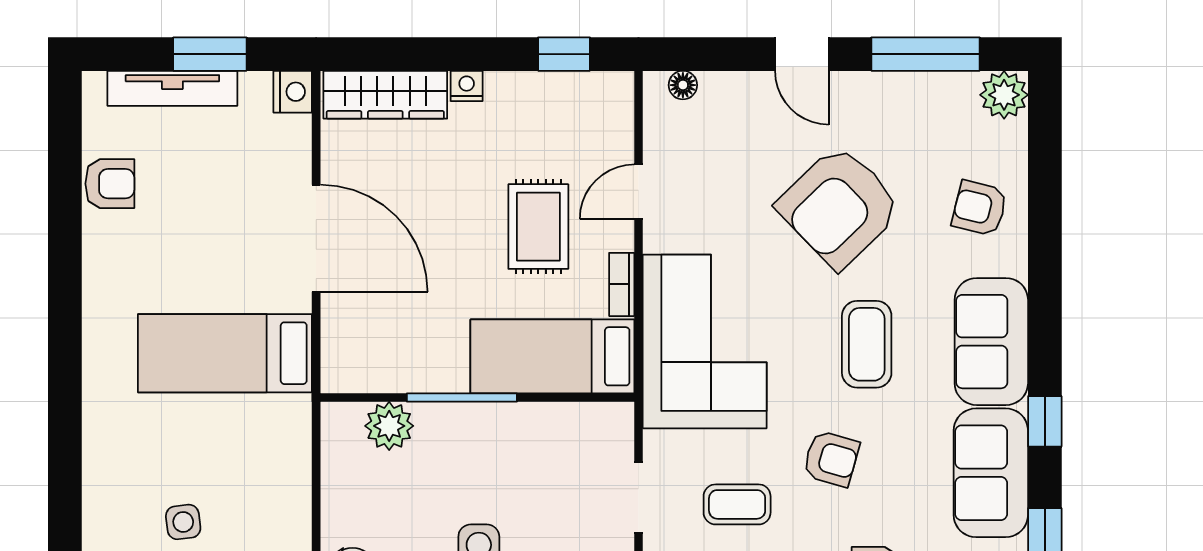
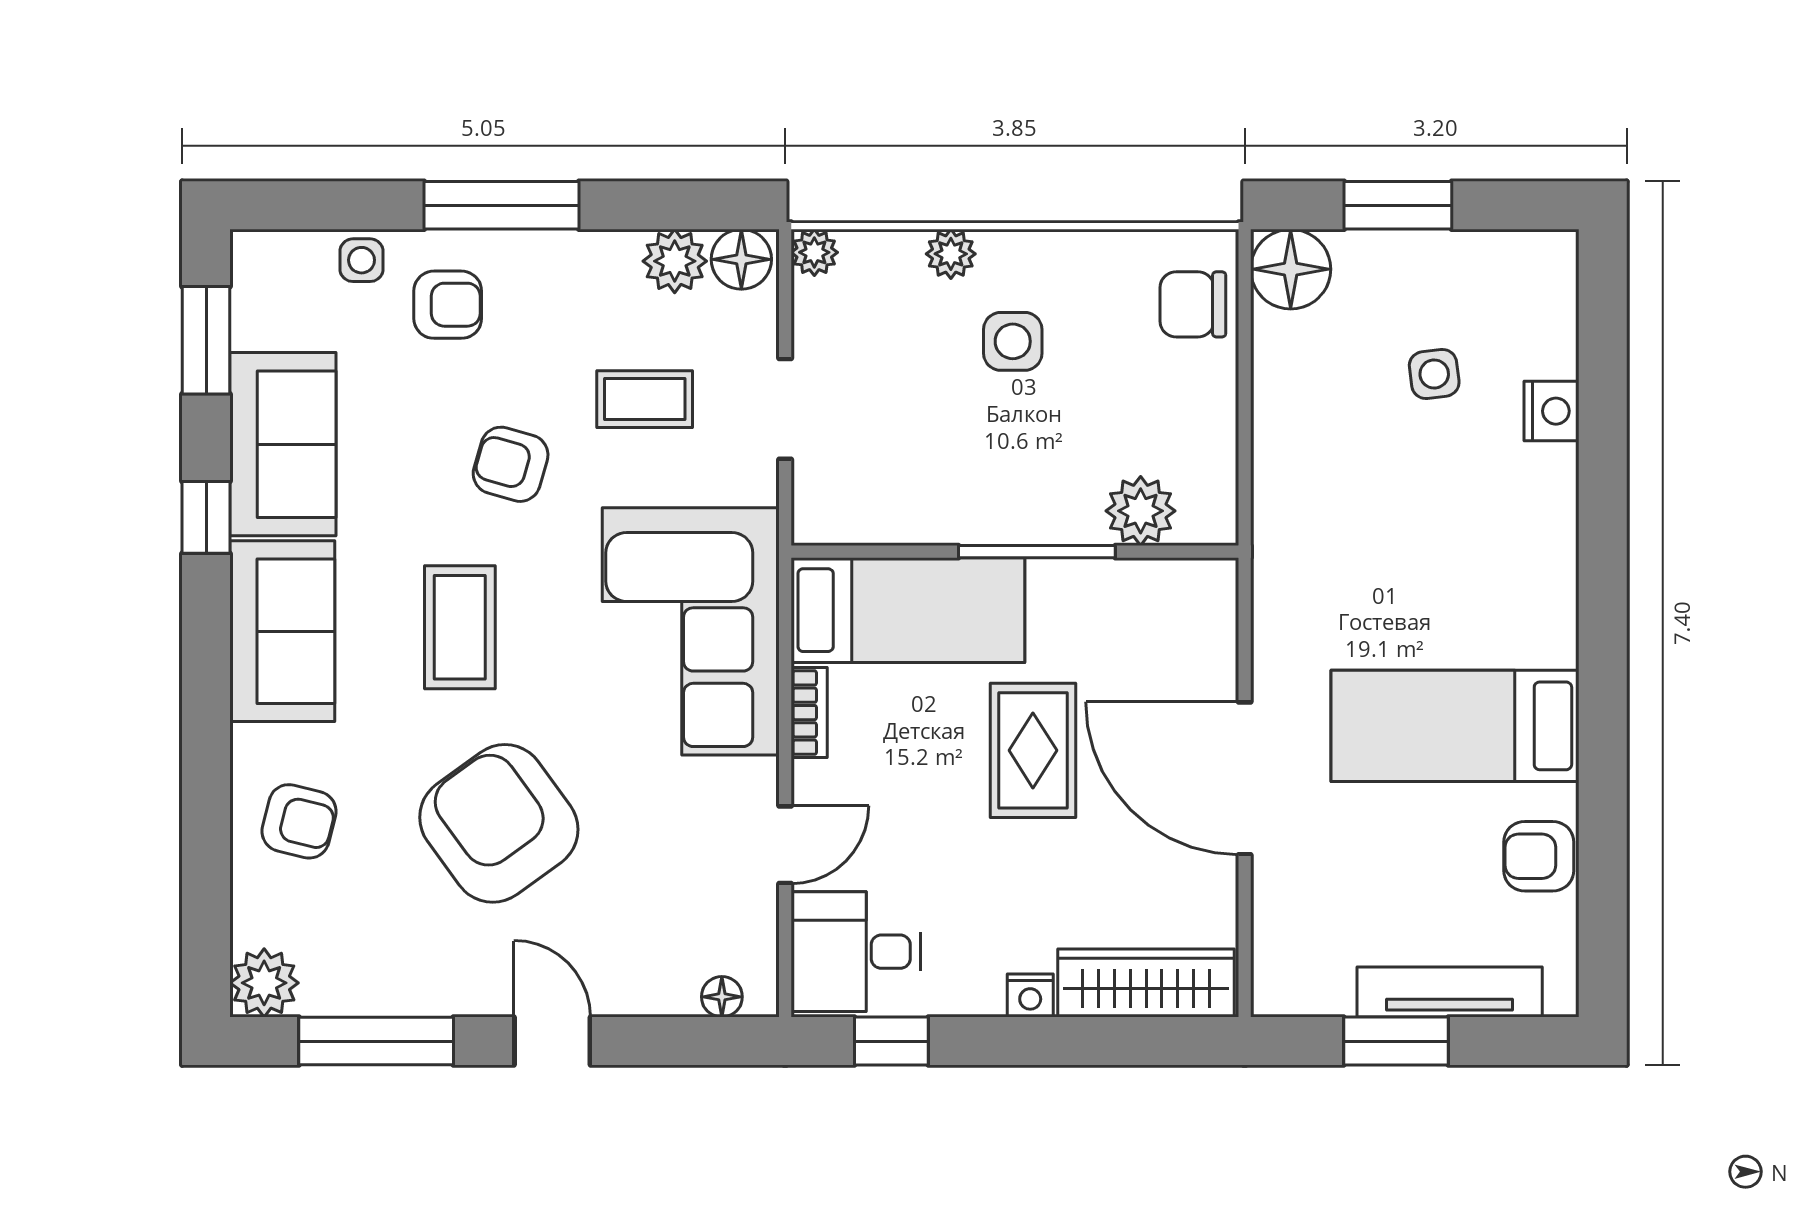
nightstand: (293, 92) -> (1552, 411), moved, turned 180
desk: (589, 117) -> (856, 952), added
armchair: (839, 207) -> (499, 823), turned -82
rug: (538, 227) -> (1033, 750), moved
bed: (225, 353) -> (1455, 726), moved, turned 180

